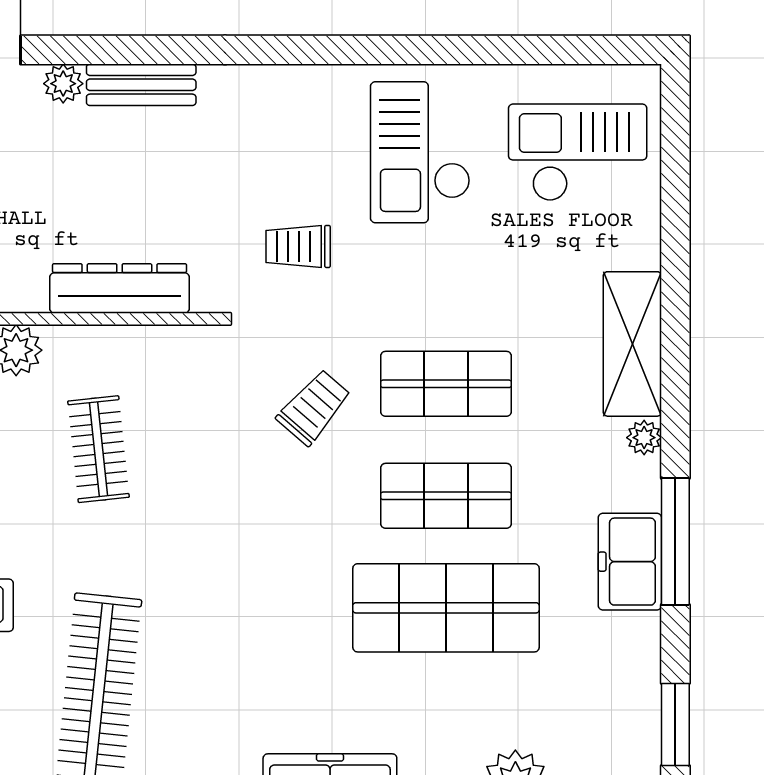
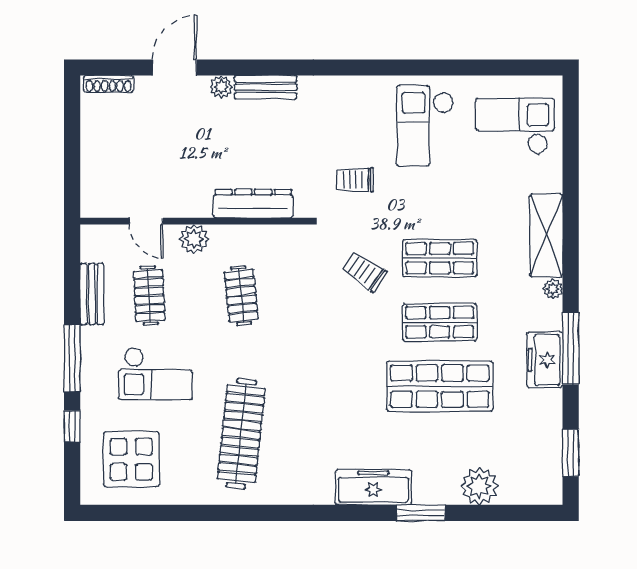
trolley: (314, 407) -> (364, 272), turned -97

